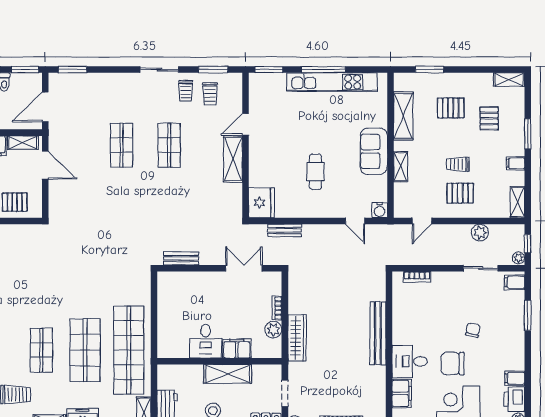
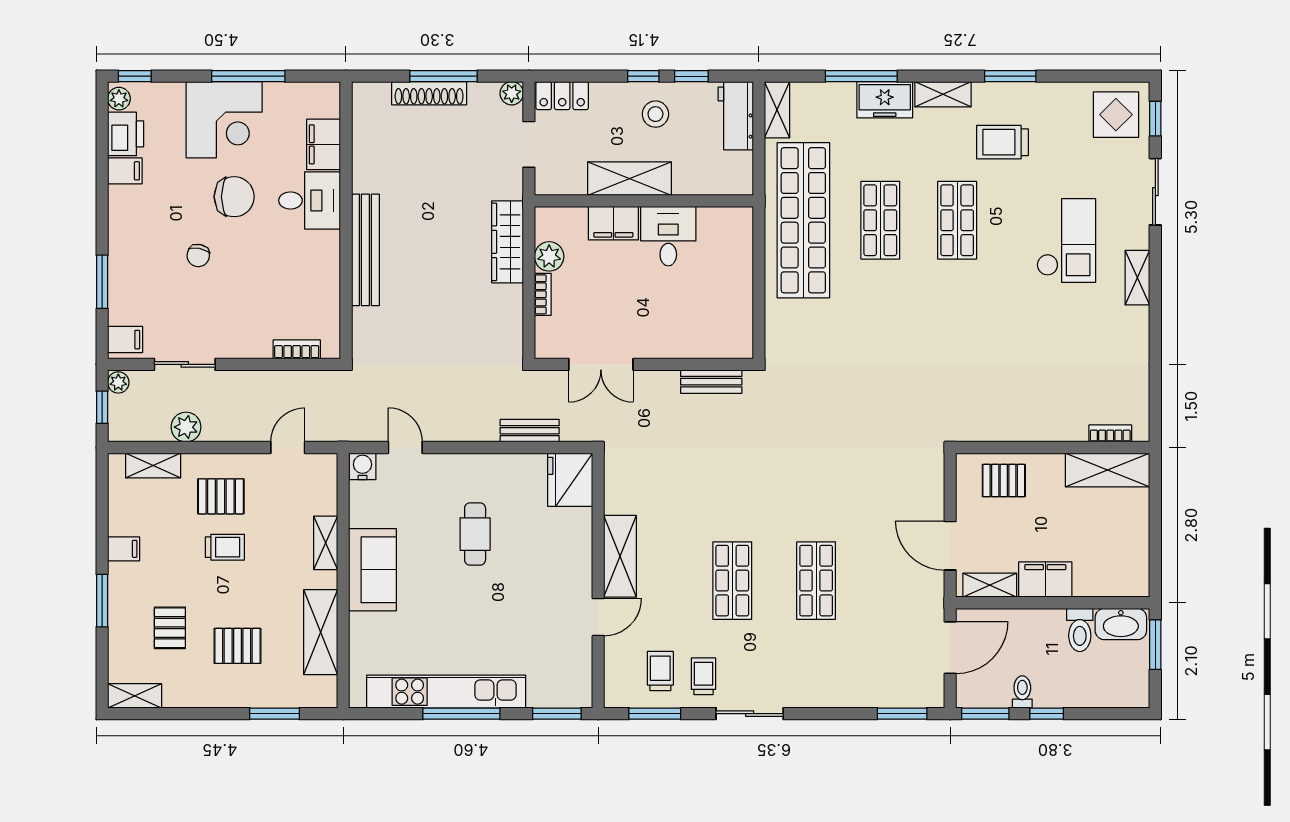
shelving: (517, 202) -> (153, 465), moved, turned 90
shop shelf: (85, 350) -> (880, 220), width x0.70, depth x0.74

